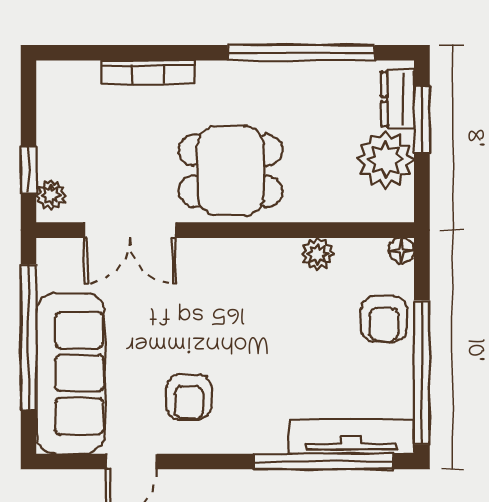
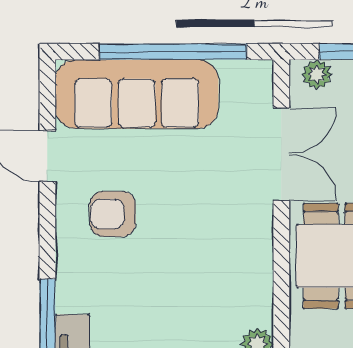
double door: (130, 230) -> (281, 154), swing flipped

